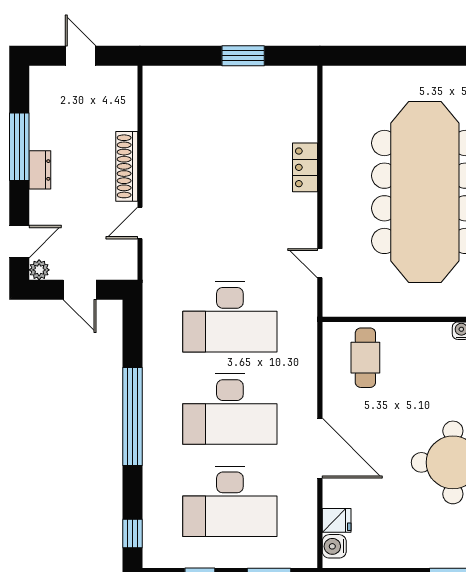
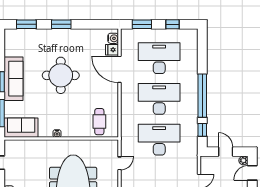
door: (320, 263) -> (119, 163), hinge flipped
door: (320, 448) -> (119, 69), moved
window: (133, 533) -> (202, 130), moved

